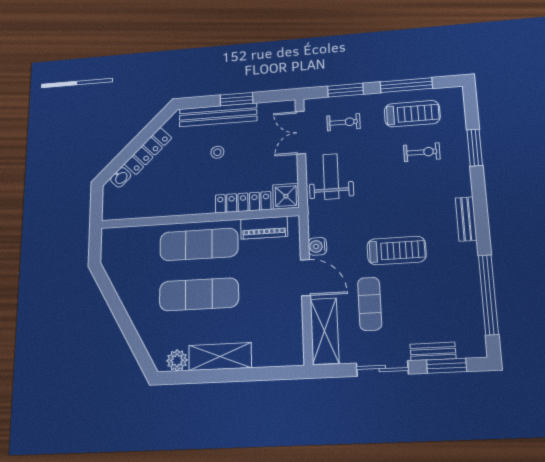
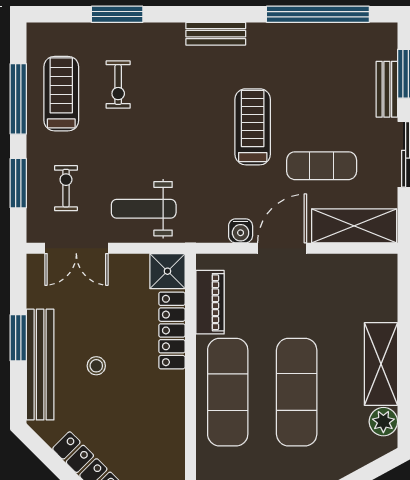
exercise bike: (422, 152) -> (118, 85), turned 180

